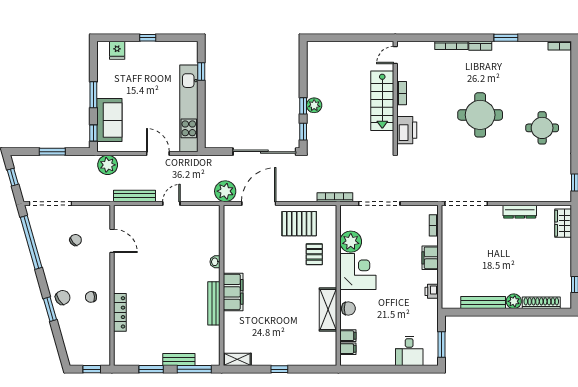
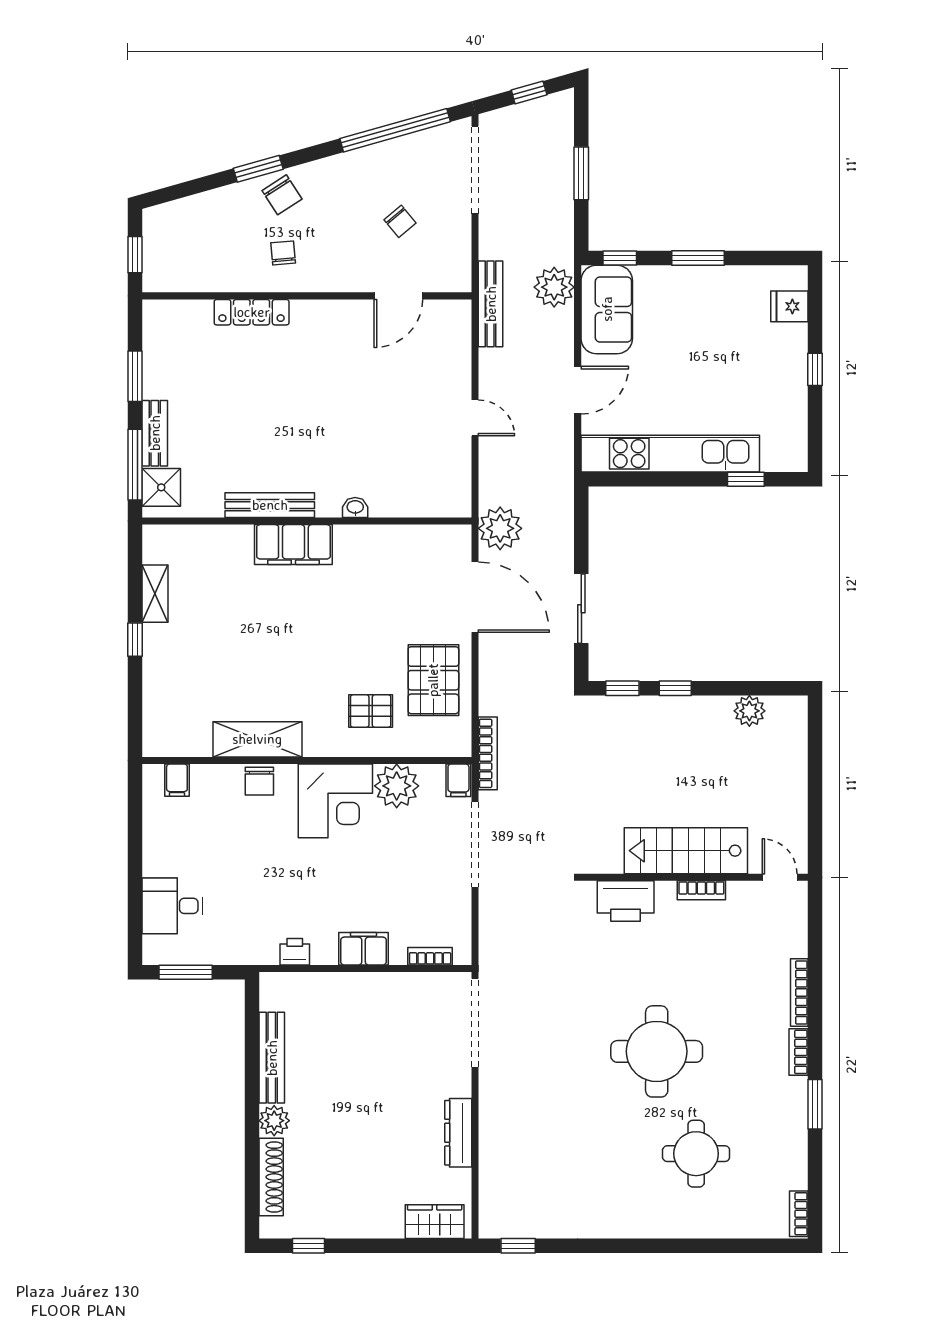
plant: (314, 105) -> (749, 711), moved
sofa: (109, 120) -> (607, 309), moved, turned -90
round table: (542, 128) -> (696, 1154), moved
sliding door: (264, 152) -> (581, 609), width x0.54
bench: (135, 196) -> (491, 304), moved
filing cabinet: (348, 336) -> (458, 780), moved
shower: (205, 356) -> (161, 487), added
shelving: (237, 359) -> (155, 594), moved

